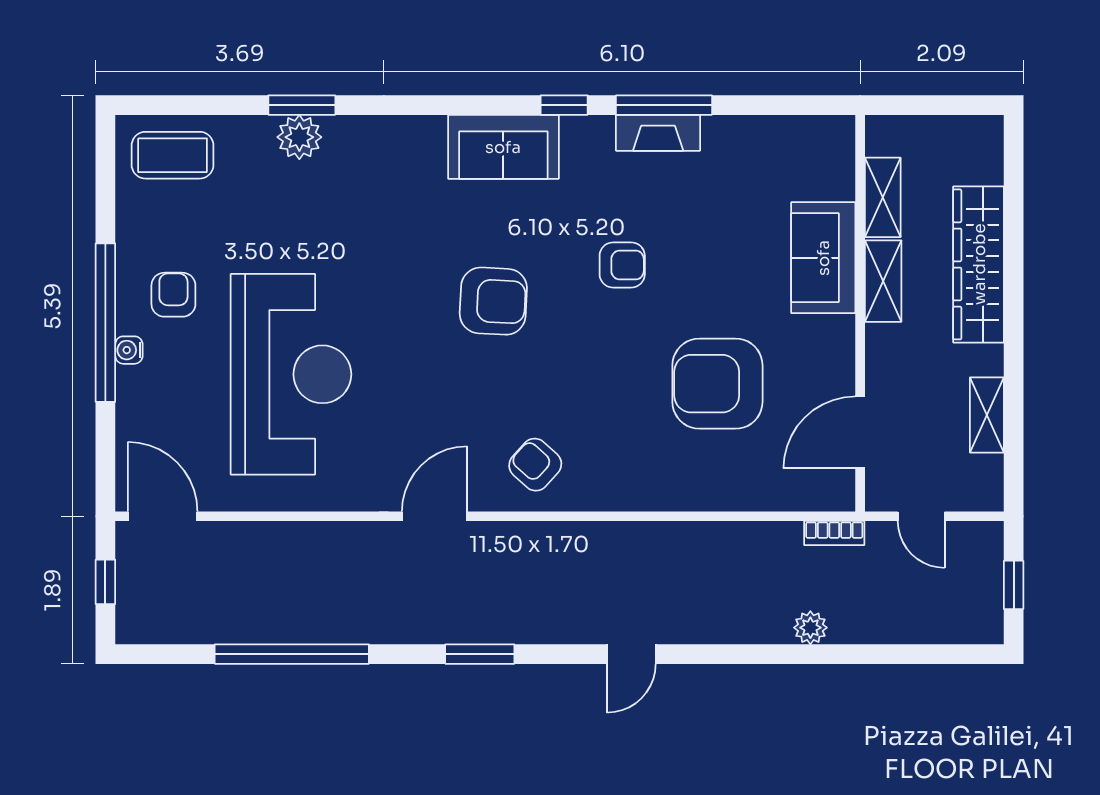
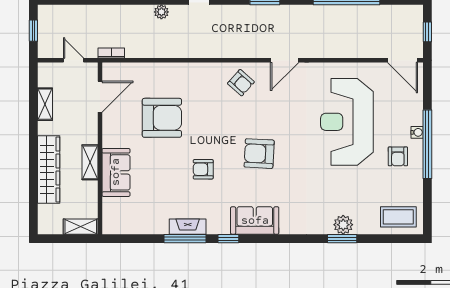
shelving: (883, 197) -> (81, 227), moved, turned 90
plant: (810, 628) -> (161, 12), moved

